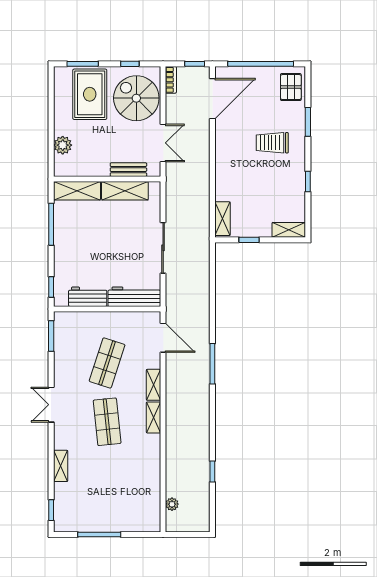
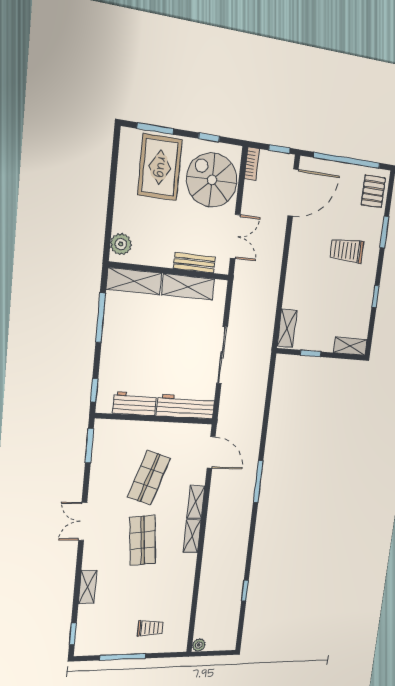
plant: (63, 145) -> (121, 244), moved
plant: (172, 504) -> (199, 645), moved
trolley: (123, 507) -> (150, 628), added

